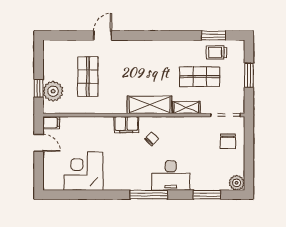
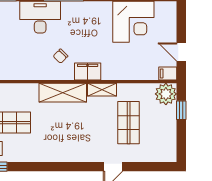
plant: (53, 91) -> (166, 94), moved
shelving: (186, 108) -> (102, 90), moved

